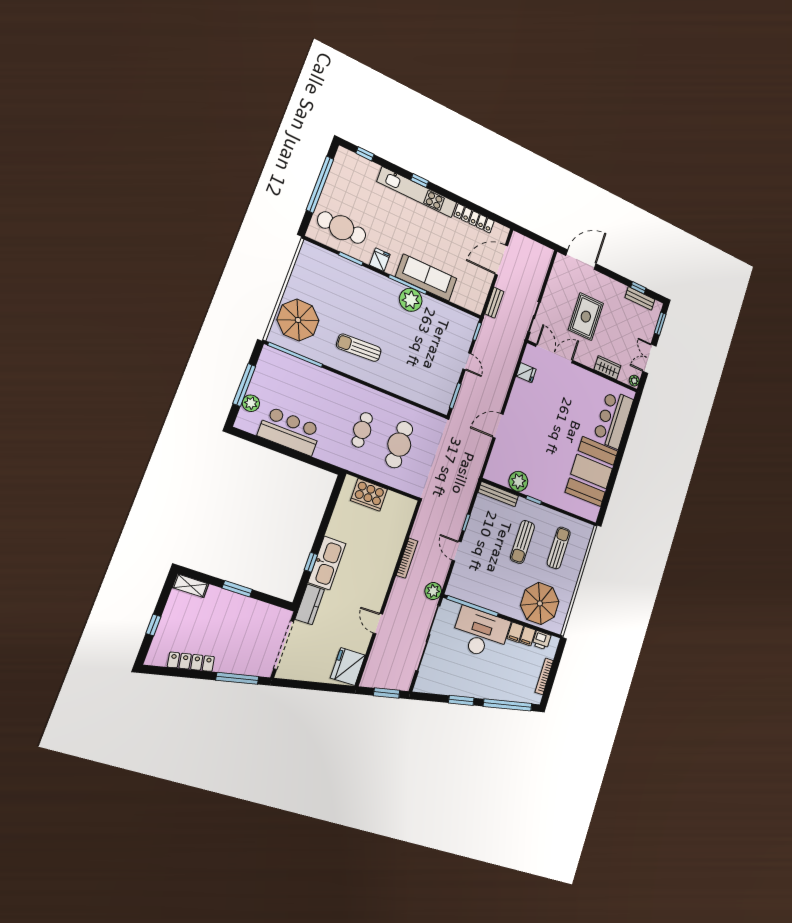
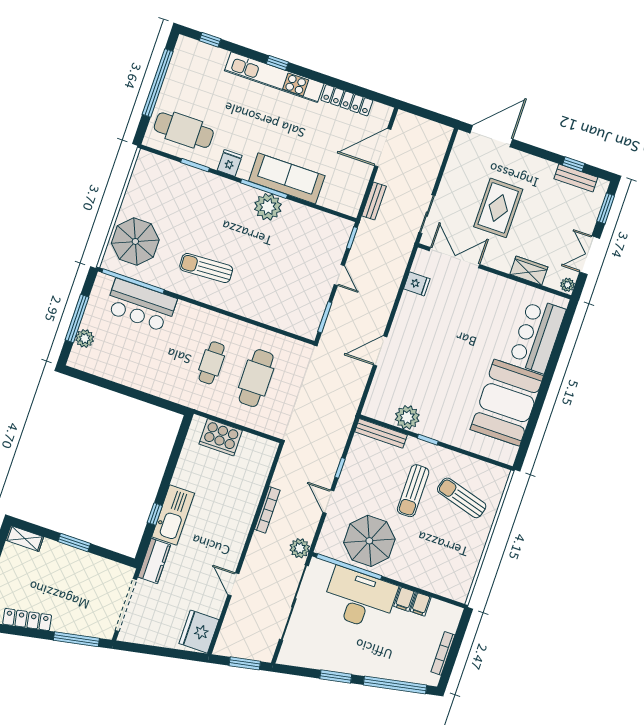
bar counter: (290, 431) -> (141, 305), moved, turned 180
sun lounger: (559, 548) -> (462, 498), turned -74
parasol: (540, 603) -> (369, 541), moved
printer: (542, 640) -> (439, 610), removed

